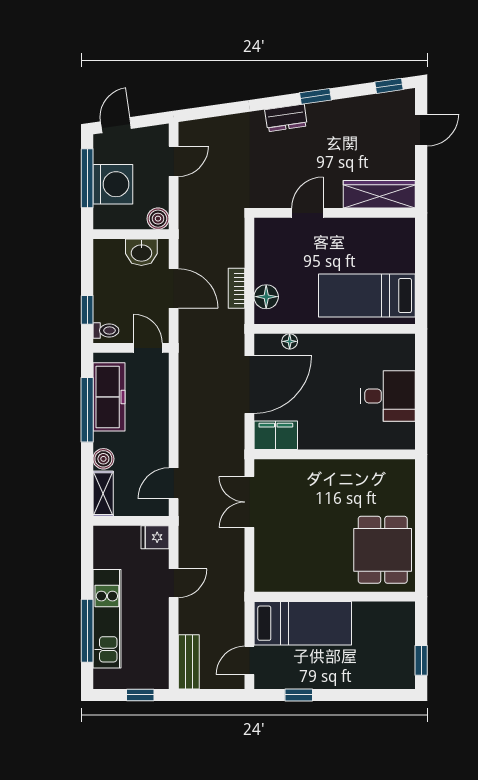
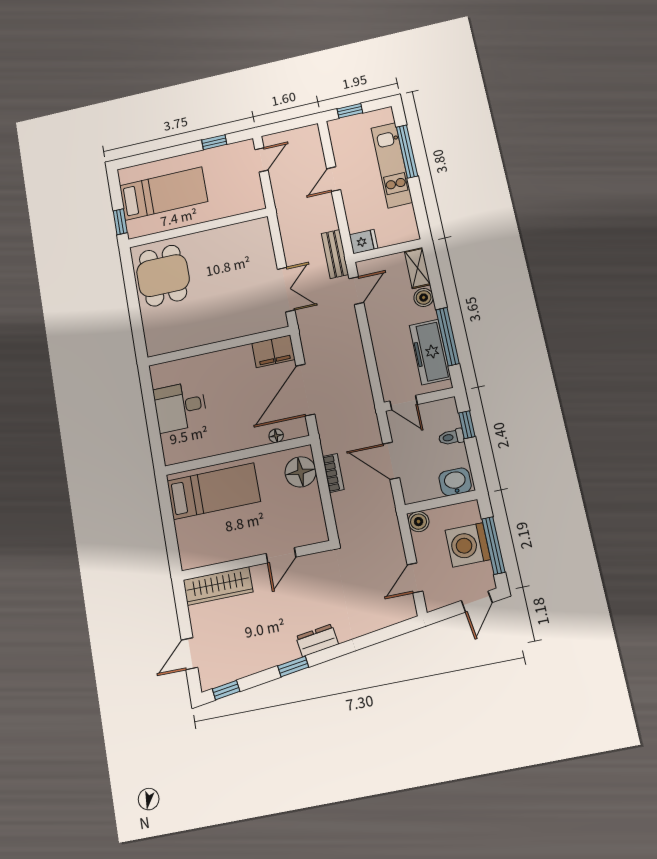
washbasin: (141, 252) -> (455, 482), moved
floor lamp: (266, 297) -> (301, 472), width x1.38, depth x1.38
toilet: (106, 331) -> (451, 437), moved
door: (174, 583) -> (334, 179), moved
bed: (303, 623) -> (163, 194), moved, turned 180
window: (421, 660) -> (120, 222), moved
bench: (189, 662) -> (335, 254), moved

